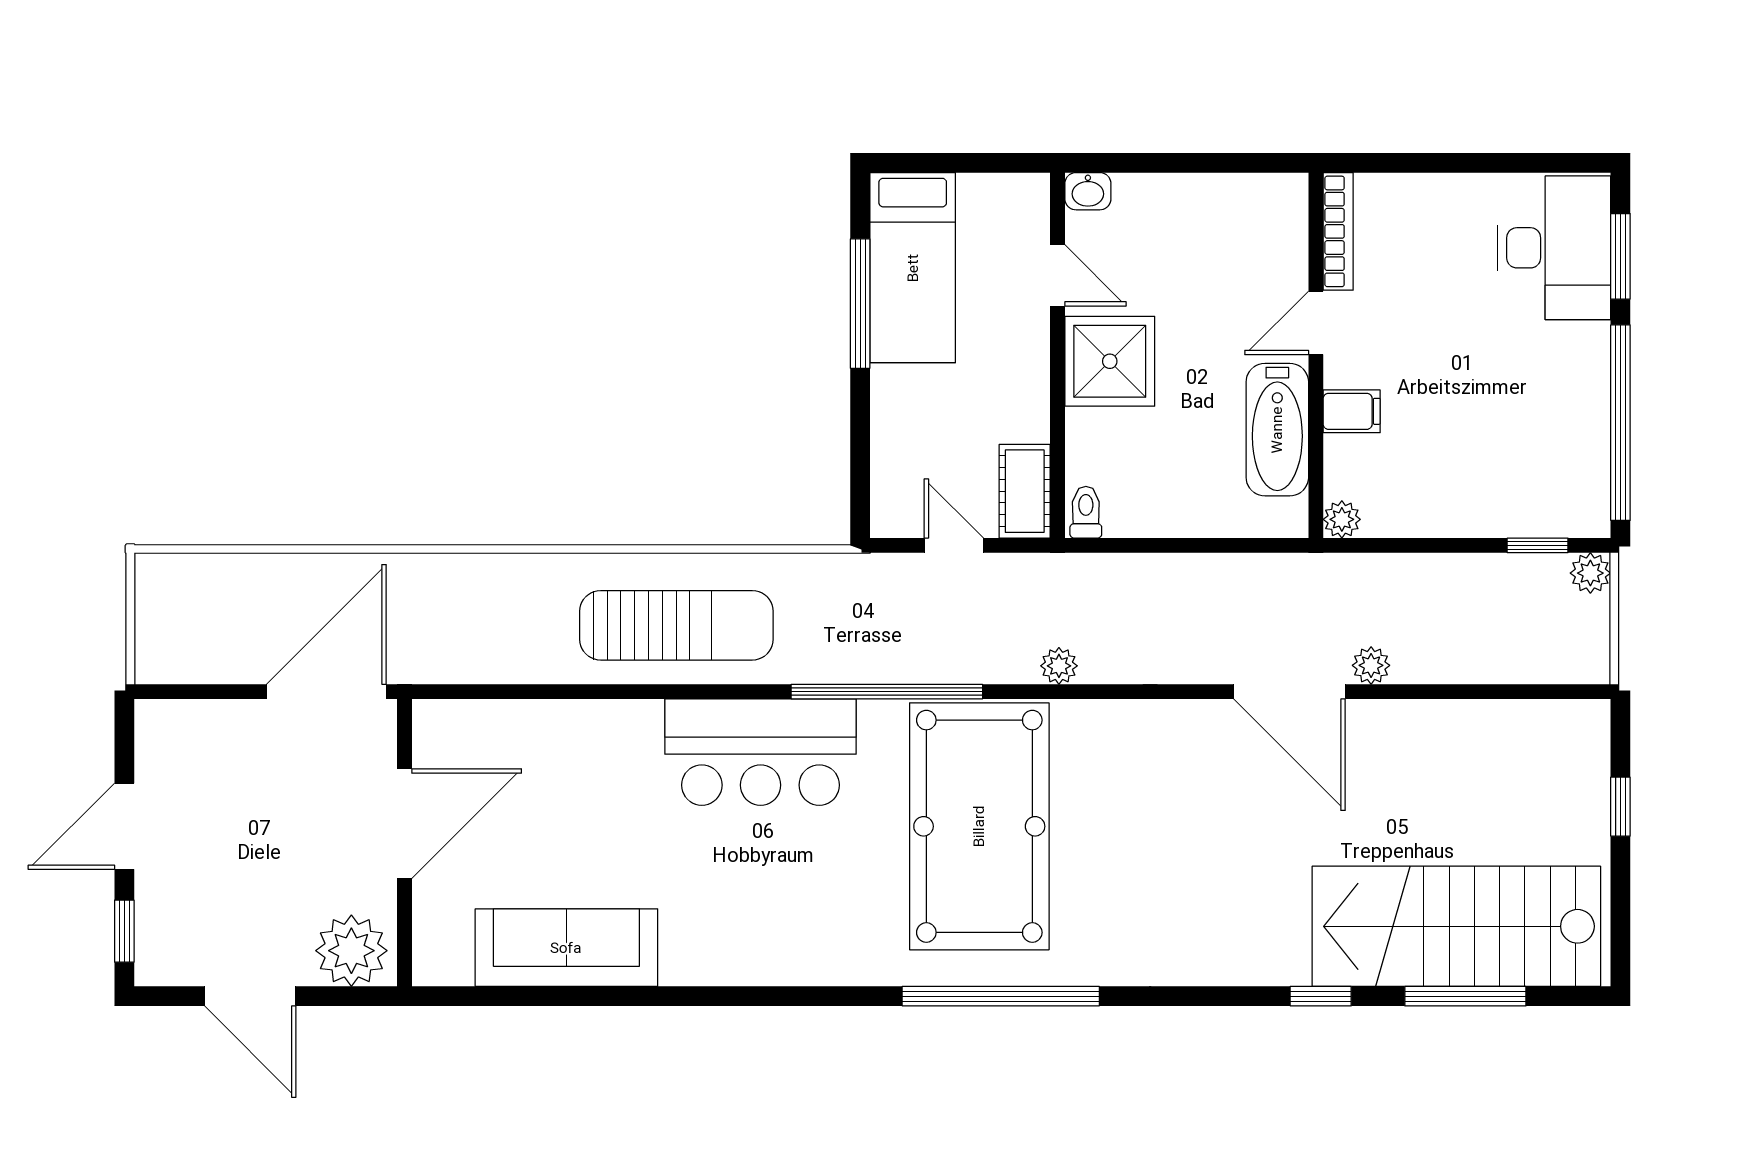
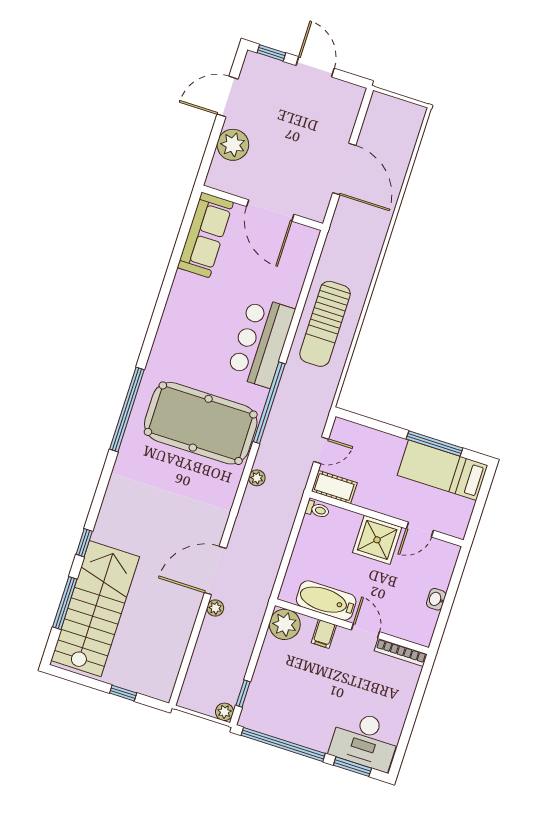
washbasin: (1088, 191) -> (436, 599), moved
plant: (1342, 519) -> (285, 624), width x1.87, depth x1.87
door: (405, 824) -> (270, 210), moved
wall: (405, 843) -> (262, 208), moved

